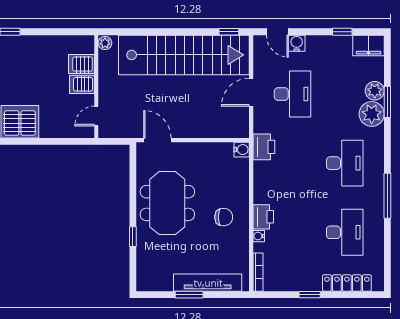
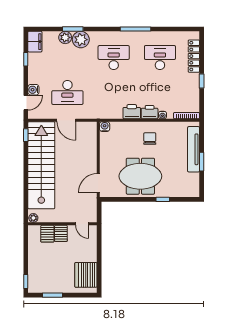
desk: (293, 94) -> (67, 92), turned 180
printer: (264, 147) -> (132, 112), moved

